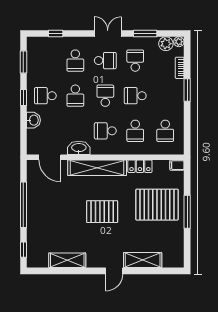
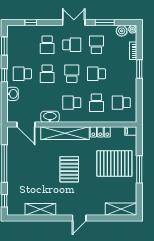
school desk: (165, 131) -> (121, 103), turned 90
pallet: (102, 212) -> (69, 169), turned 90
shelving: (143, 260) -> (121, 209), moved

